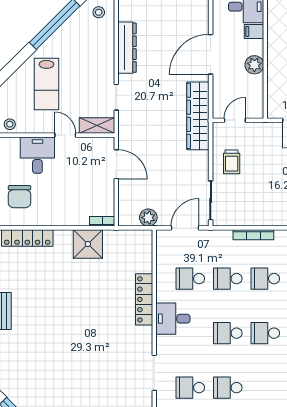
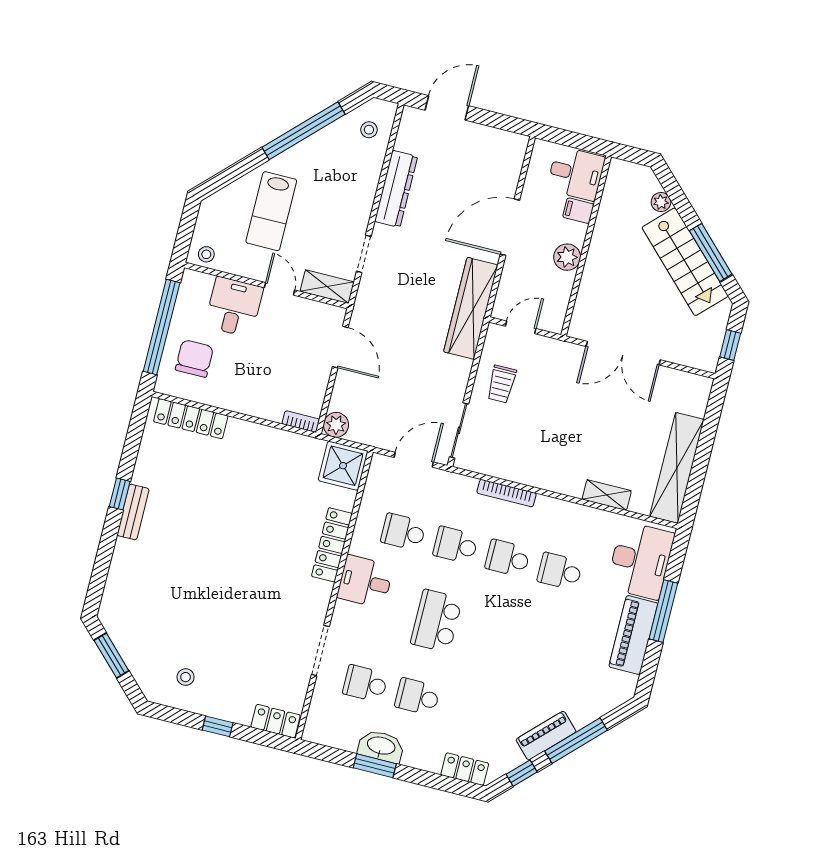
chair: (19, 197) -> (194, 358), turned 180
plant: (148, 218) -> (336, 425), moved
shower: (88, 244) -> (343, 466), moved
school desk: (228, 333) -> (436, 621), width x1.85
school desk: (265, 333) -> (489, 634), removed

